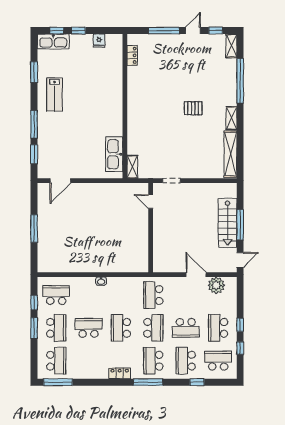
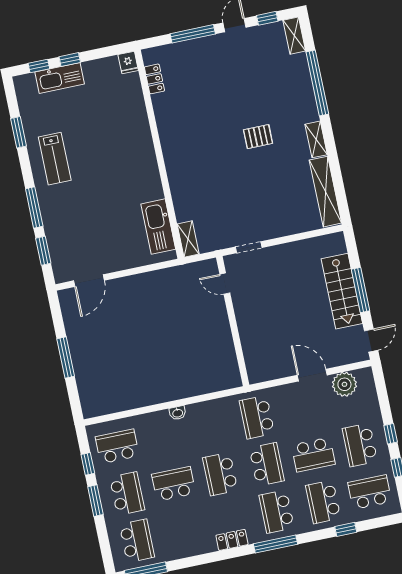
kitchen sink: (53, 41) -> (60, 78), moved
fridge: (99, 41) -> (128, 63), moved

